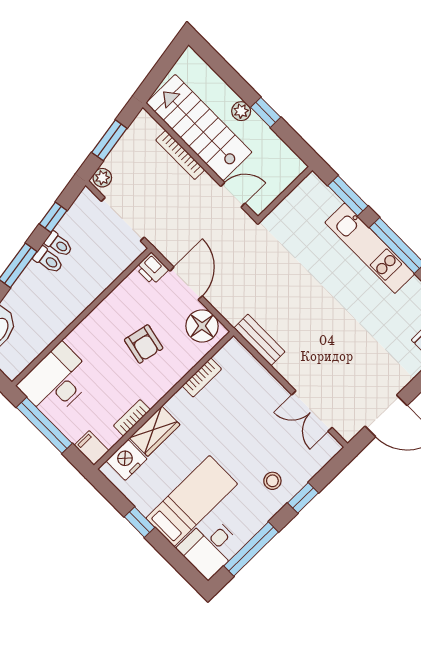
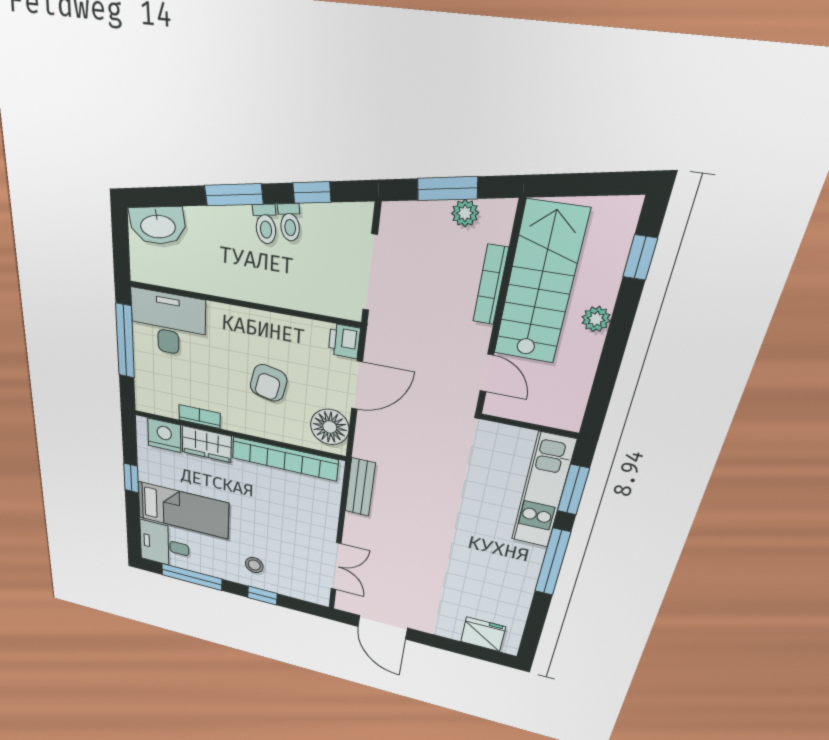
window: (266, 112) -> (640, 257), moved
plant: (102, 178) -> (465, 213), moved
kitchen unit: (370, 248) -> (543, 491), moved
bookcase: (202, 377) -> (285, 459), width x2.31, depth x1.31
double door: (312, 411) -> (336, 566), swing flipped
filing cabinet: (92, 448) -> (146, 398), removed

